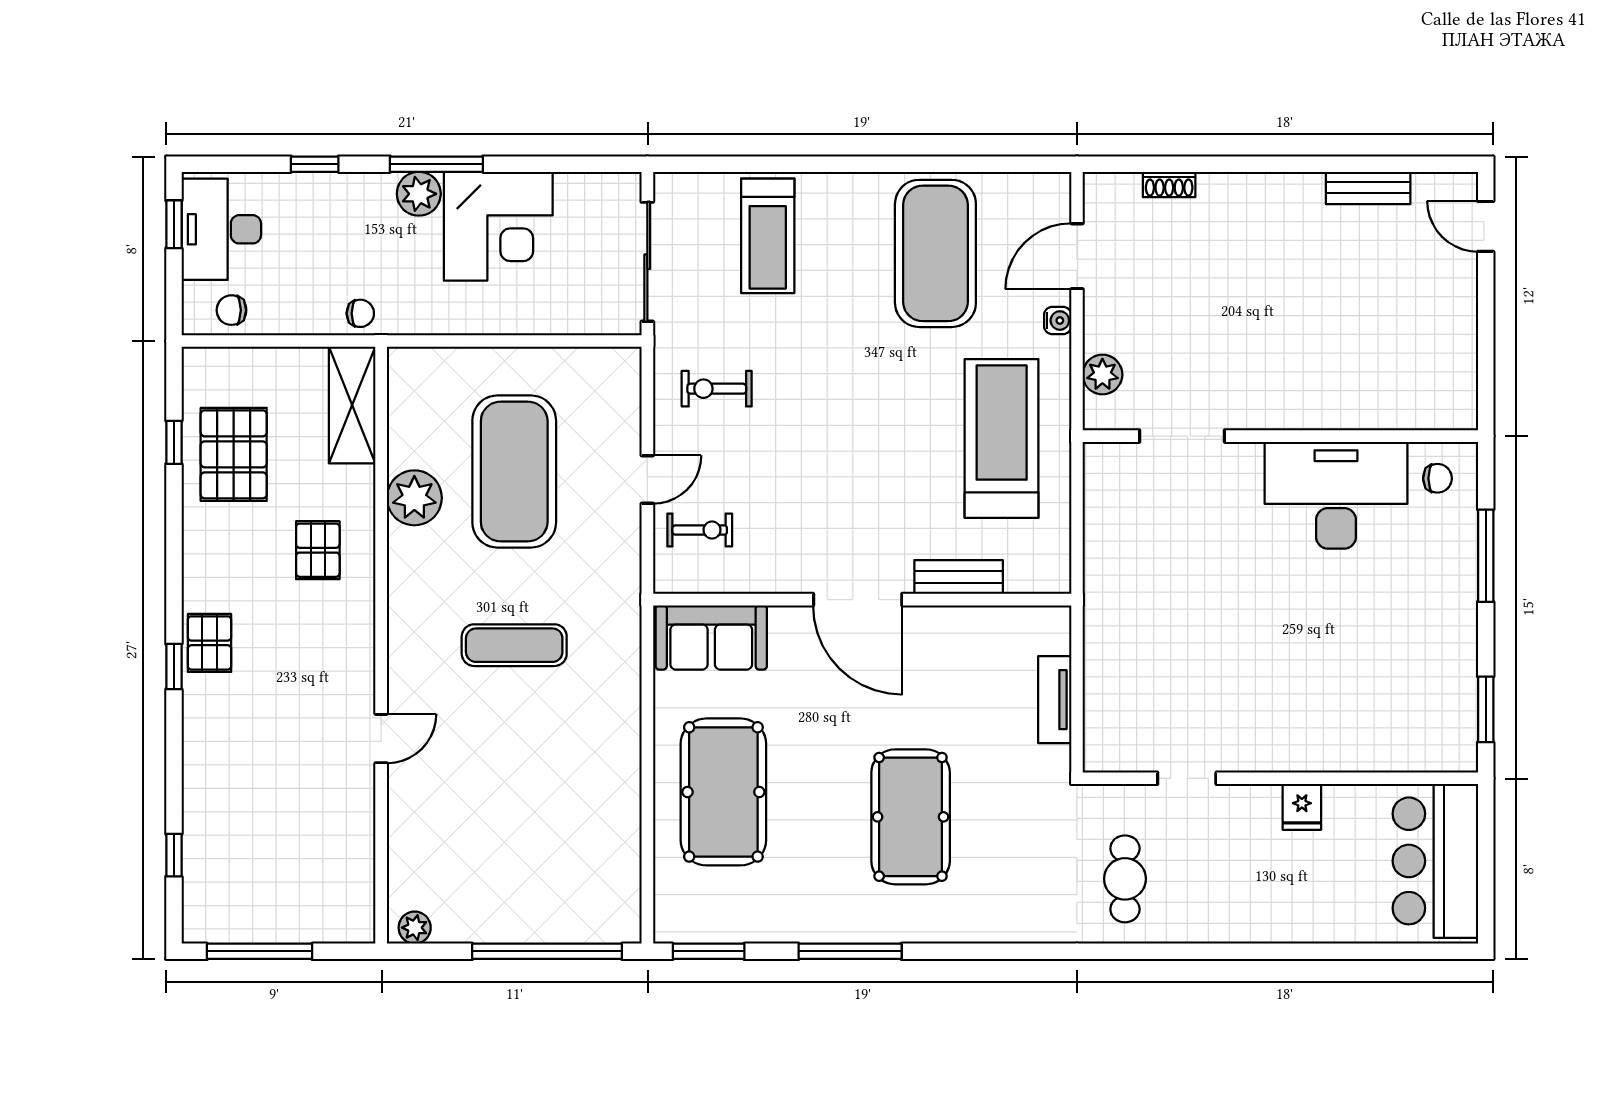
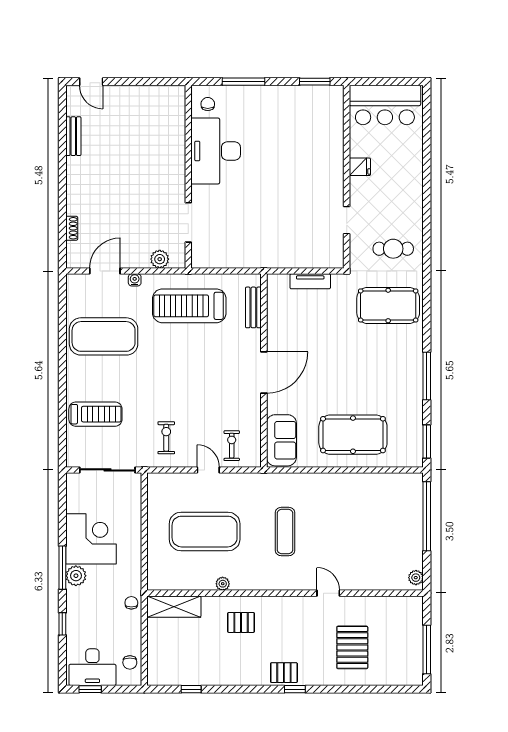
door: (1486, 226) -> (91, 82), hinge flipped
door: (1077, 256) -> (105, 271), swing flipped
exercise bike: (717, 389) -> (166, 438), turned 180
pallet: (234, 454) -> (352, 647), moved, turned 90
plant: (414, 498) -> (223, 584), width x0.53, depth x0.53
bench: (959, 577) -> (253, 307), moved
pool table: (911, 817) -> (388, 305), moved
window: (174, 855) -> (382, 689), removed

